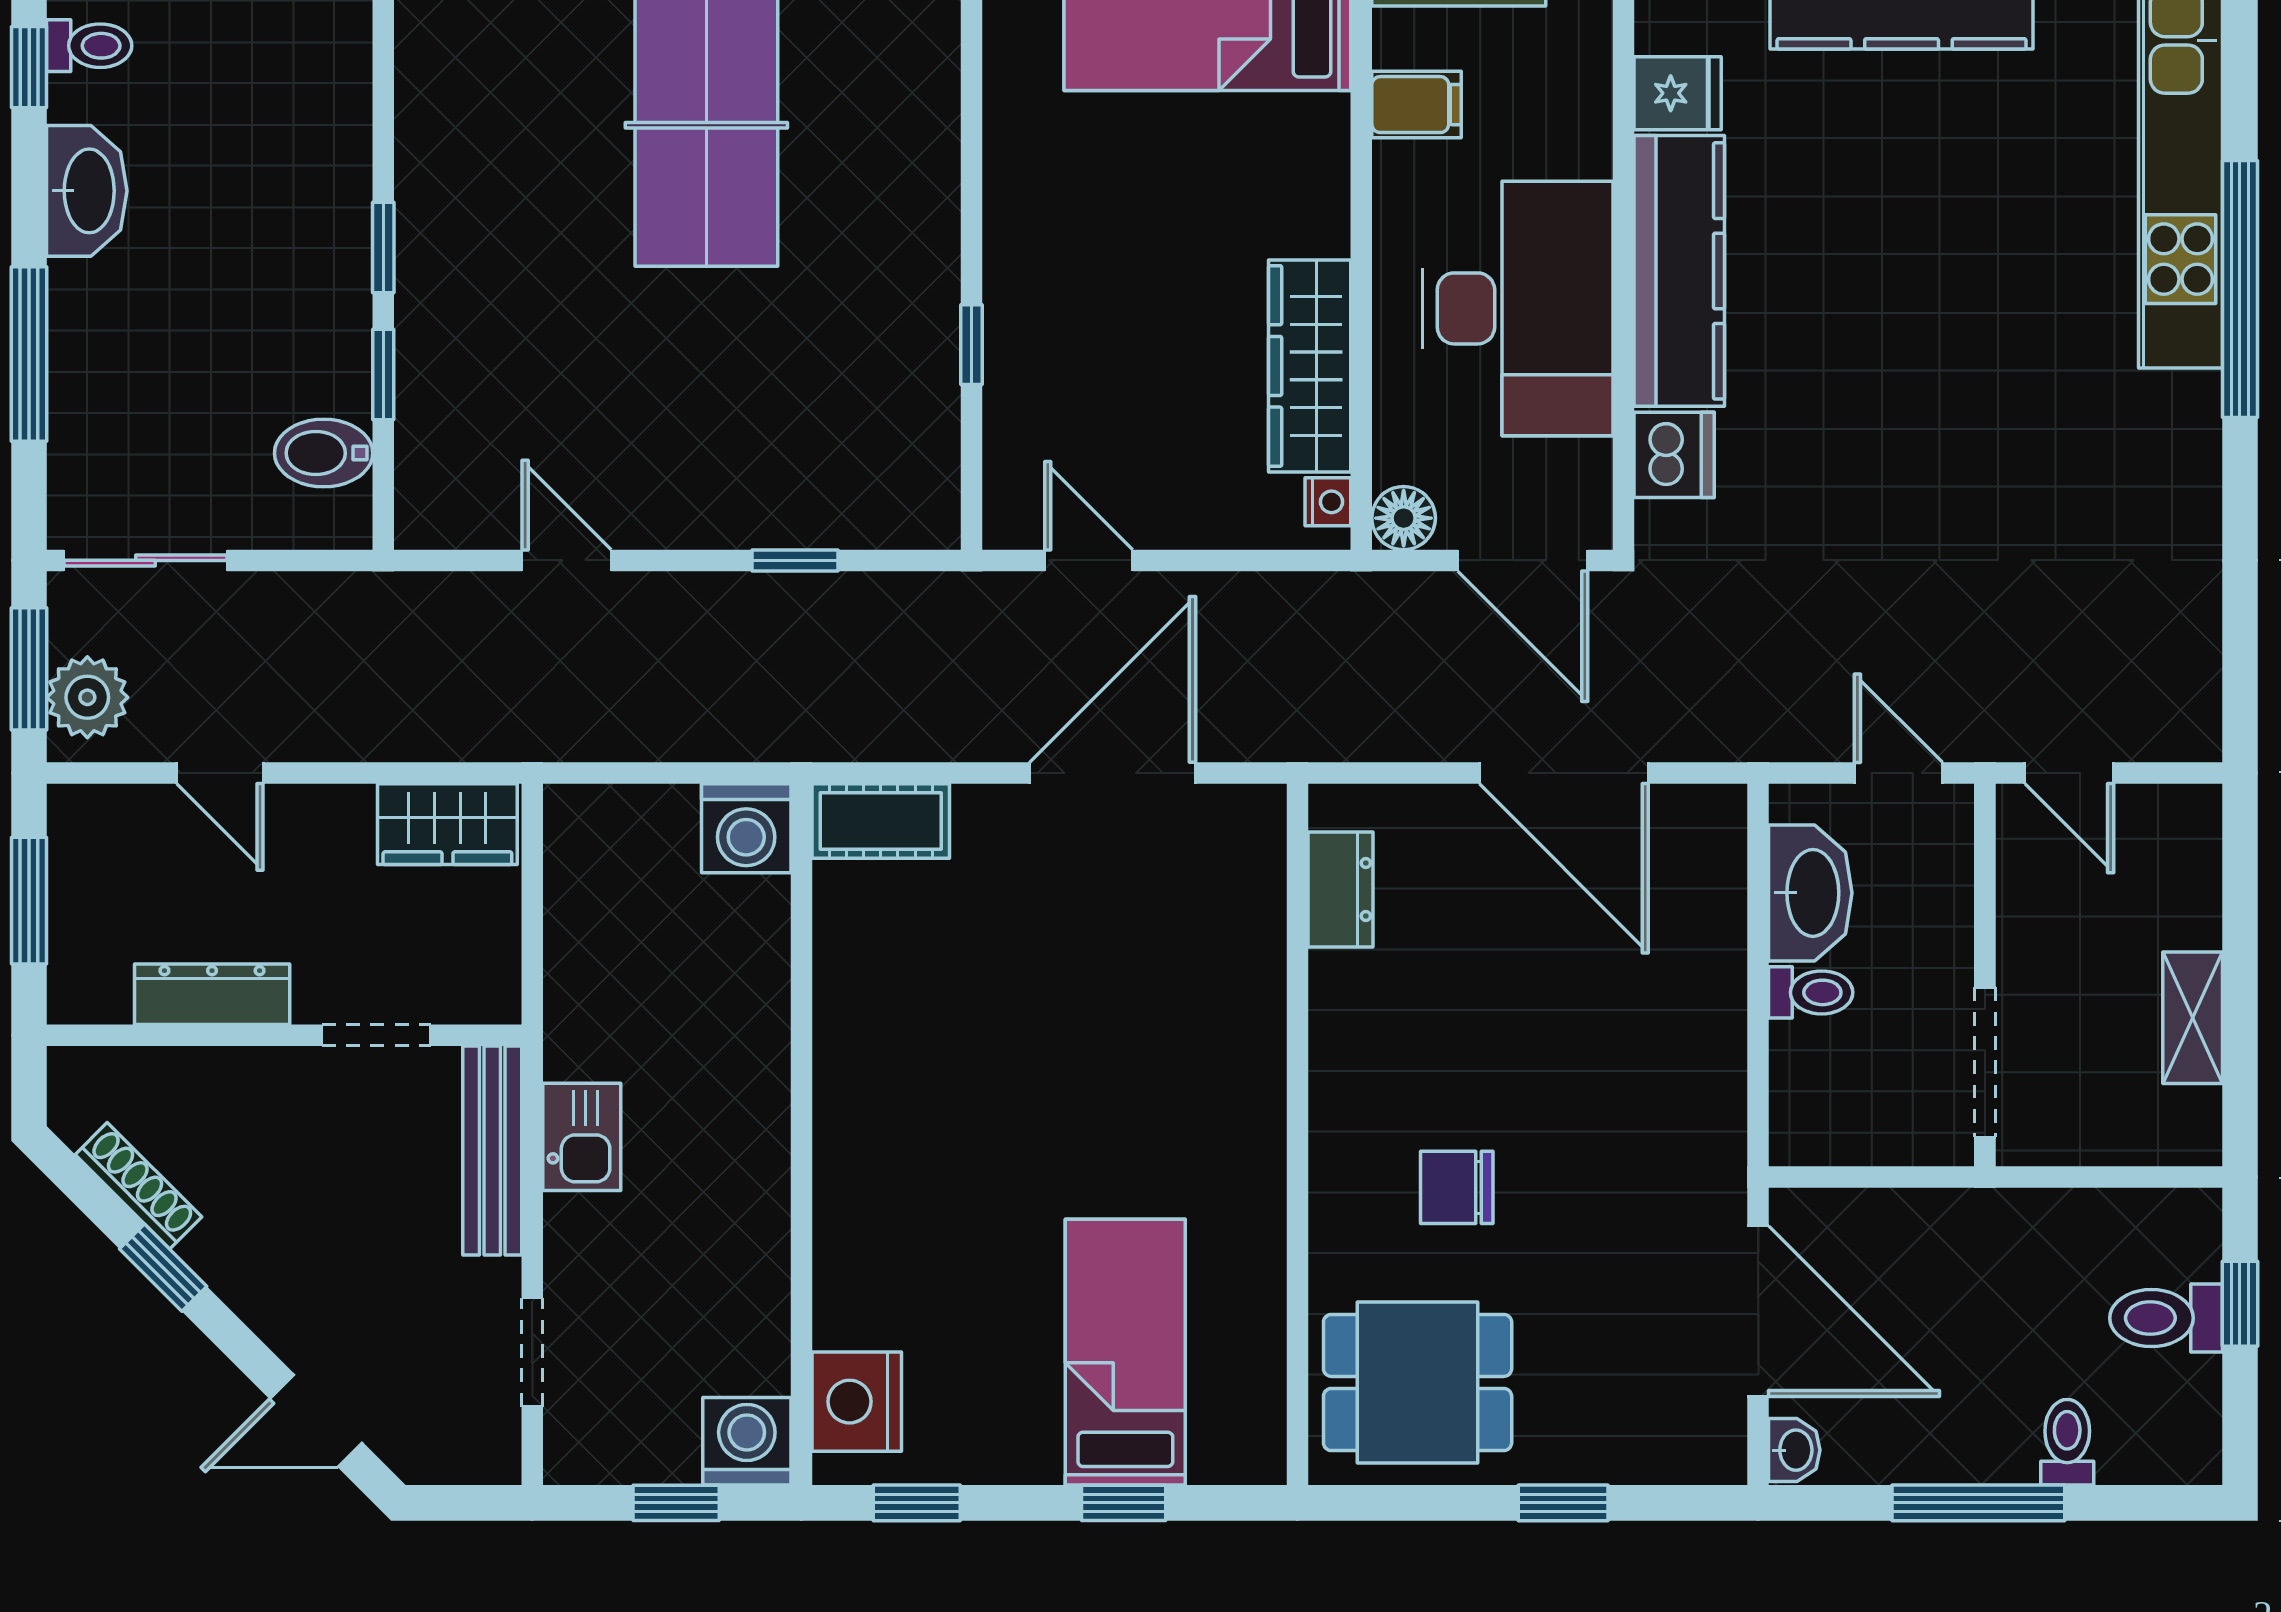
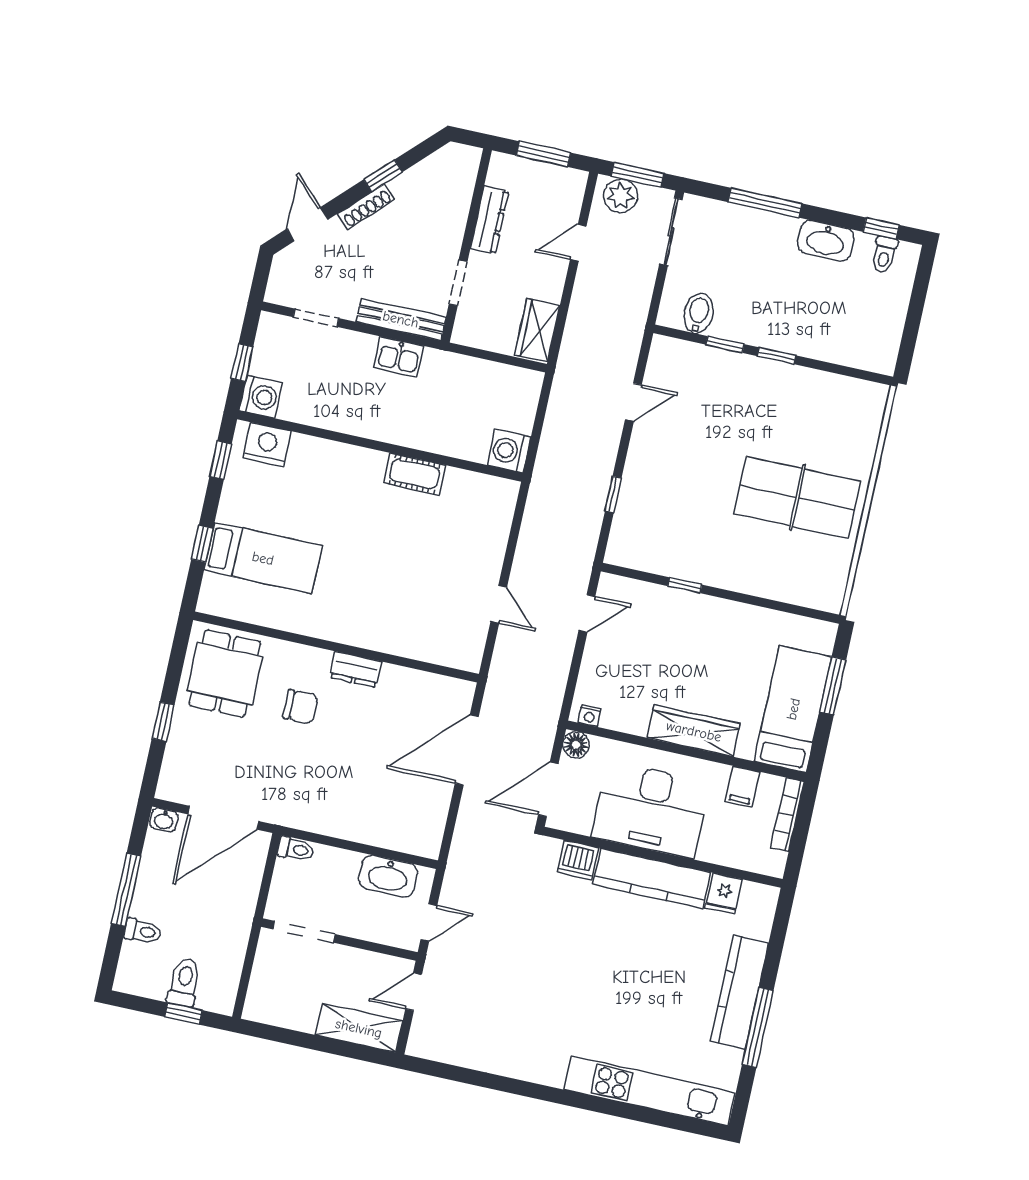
window: (2240, 289) -> (594, 1104), removed
wardrobe: (1310, 366) -> (694, 731), moved
door: (1113, 773) -> (499, 604), width x0.53
door: (1564, 773) -> (467, 750), moved
cot: (881, 821) -> (415, 474), moved, turned 90
dresser: (1341, 889) -> (356, 670), moved
toilet: (1811, 992) -> (296, 849), moved, turned -90
shelving: (2193, 1018) -> (359, 1028), moved, width x1.50, depth x1.33
shoe rack: (138, 1186) -> (366, 206), moved
chair: (1457, 1187) -> (300, 707), turned 90

